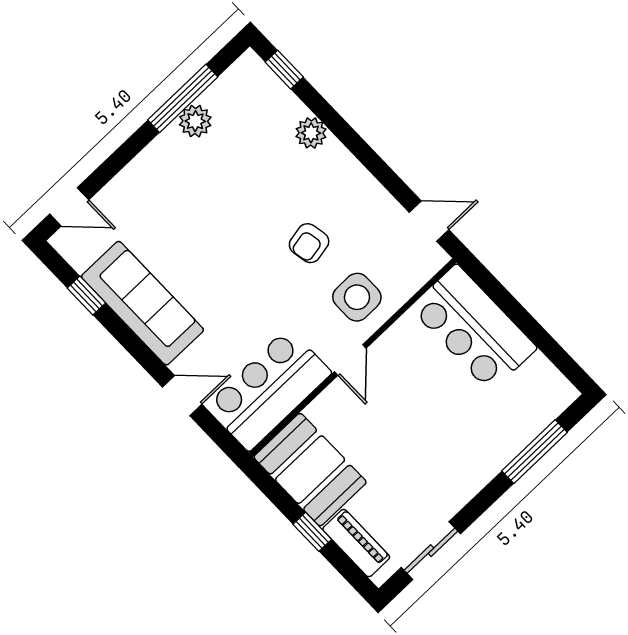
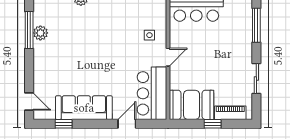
door: (69, 207) -> (29, 102), hinge flipped
armchair: (309, 243) -> (117, 34), removed
side table: (357, 297) -> (149, 35), width x0.54, depth x0.54
door: (350, 360) -> (168, 57), hinge flipped
sliding door: (431, 551) -> (256, 78), moved

